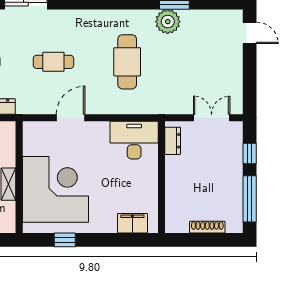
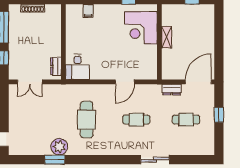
desk: (134, 140) -> (78, 67), width x0.73
corner desk: (55, 189) -> (141, 28), width x0.74, depth x0.74
filing cabinet: (132, 223) -> (88, 11), width x0.50

